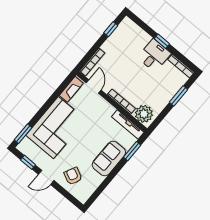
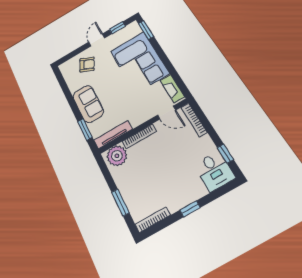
desk: (154, 55) -> (214, 171), moved

